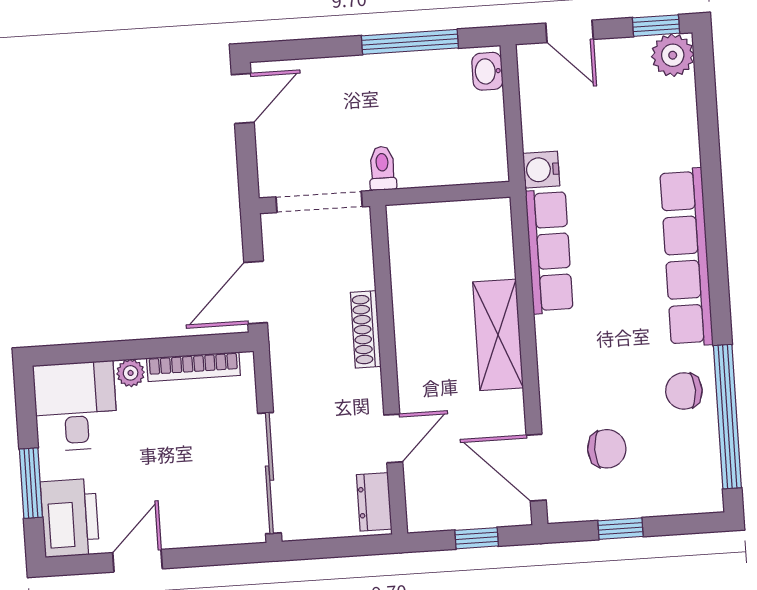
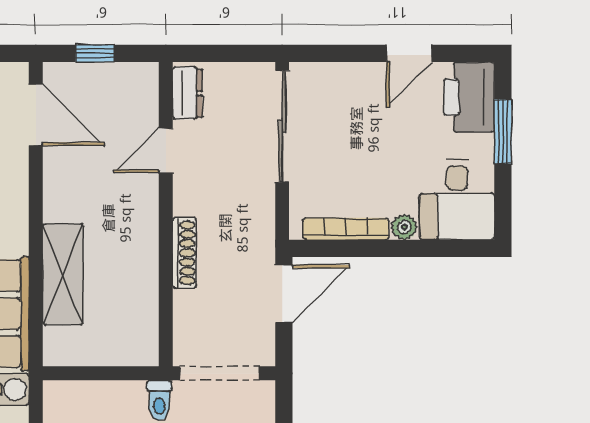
shelving: (498, 335) -> (63, 274), moved

